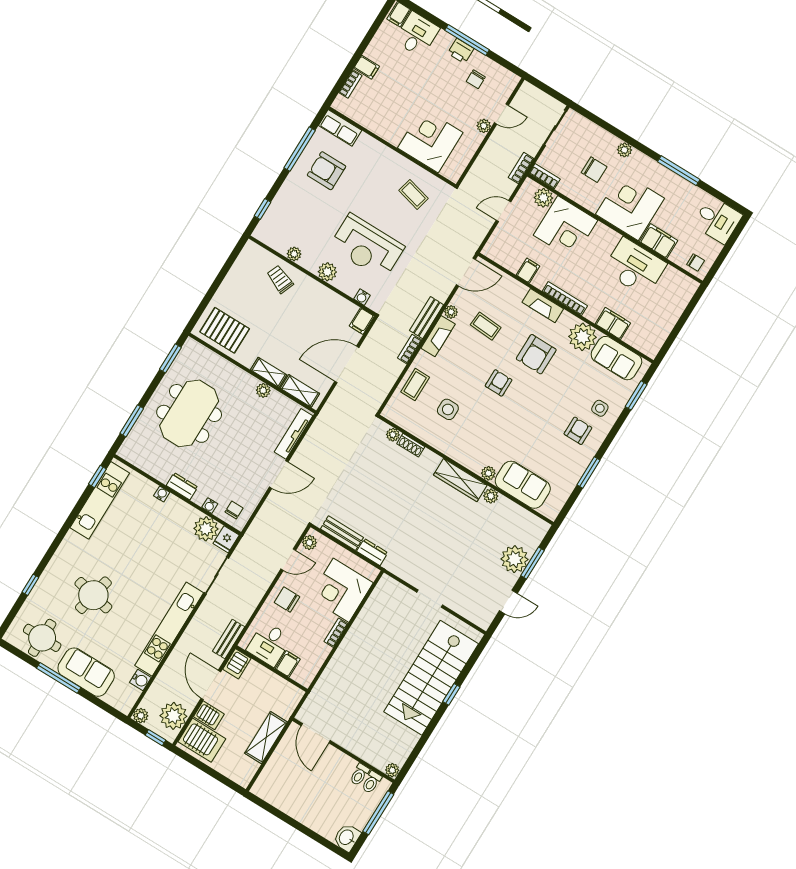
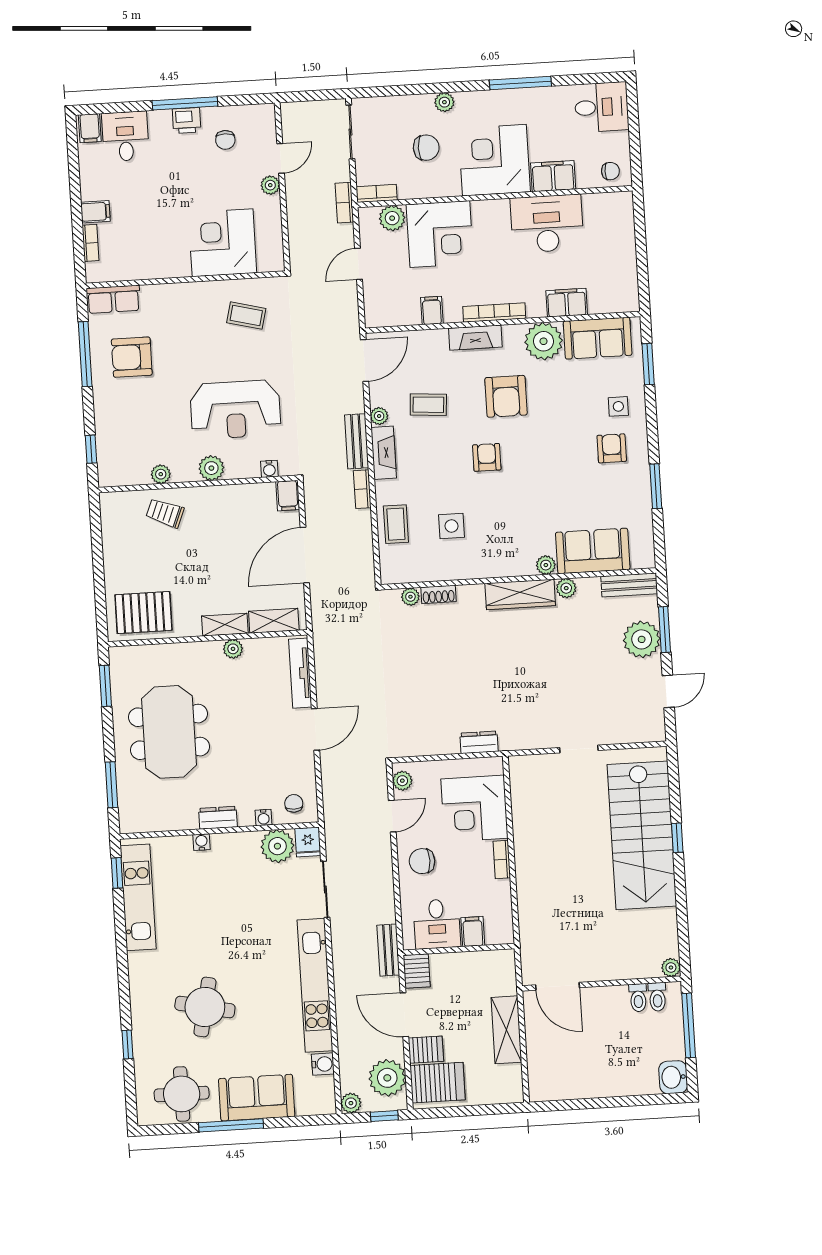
bench: (342, 533) -> (629, 585), moved

